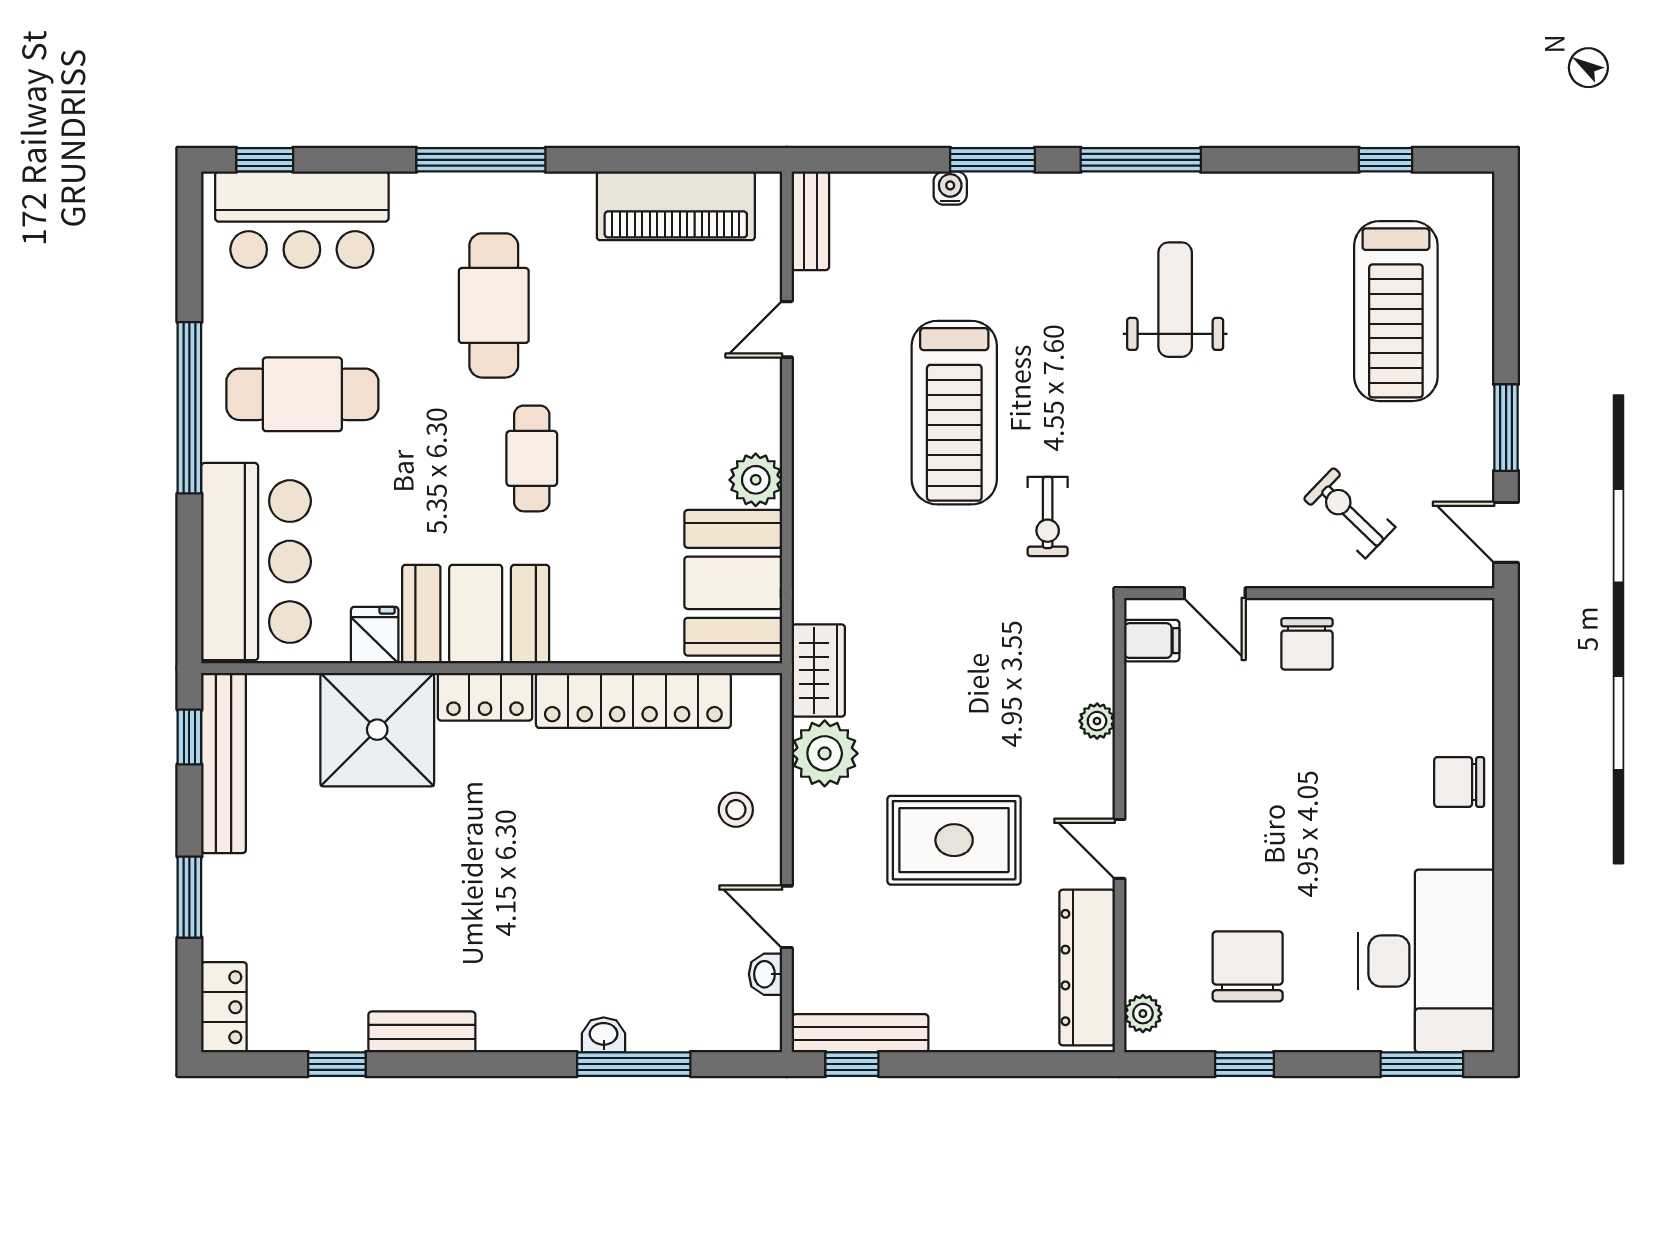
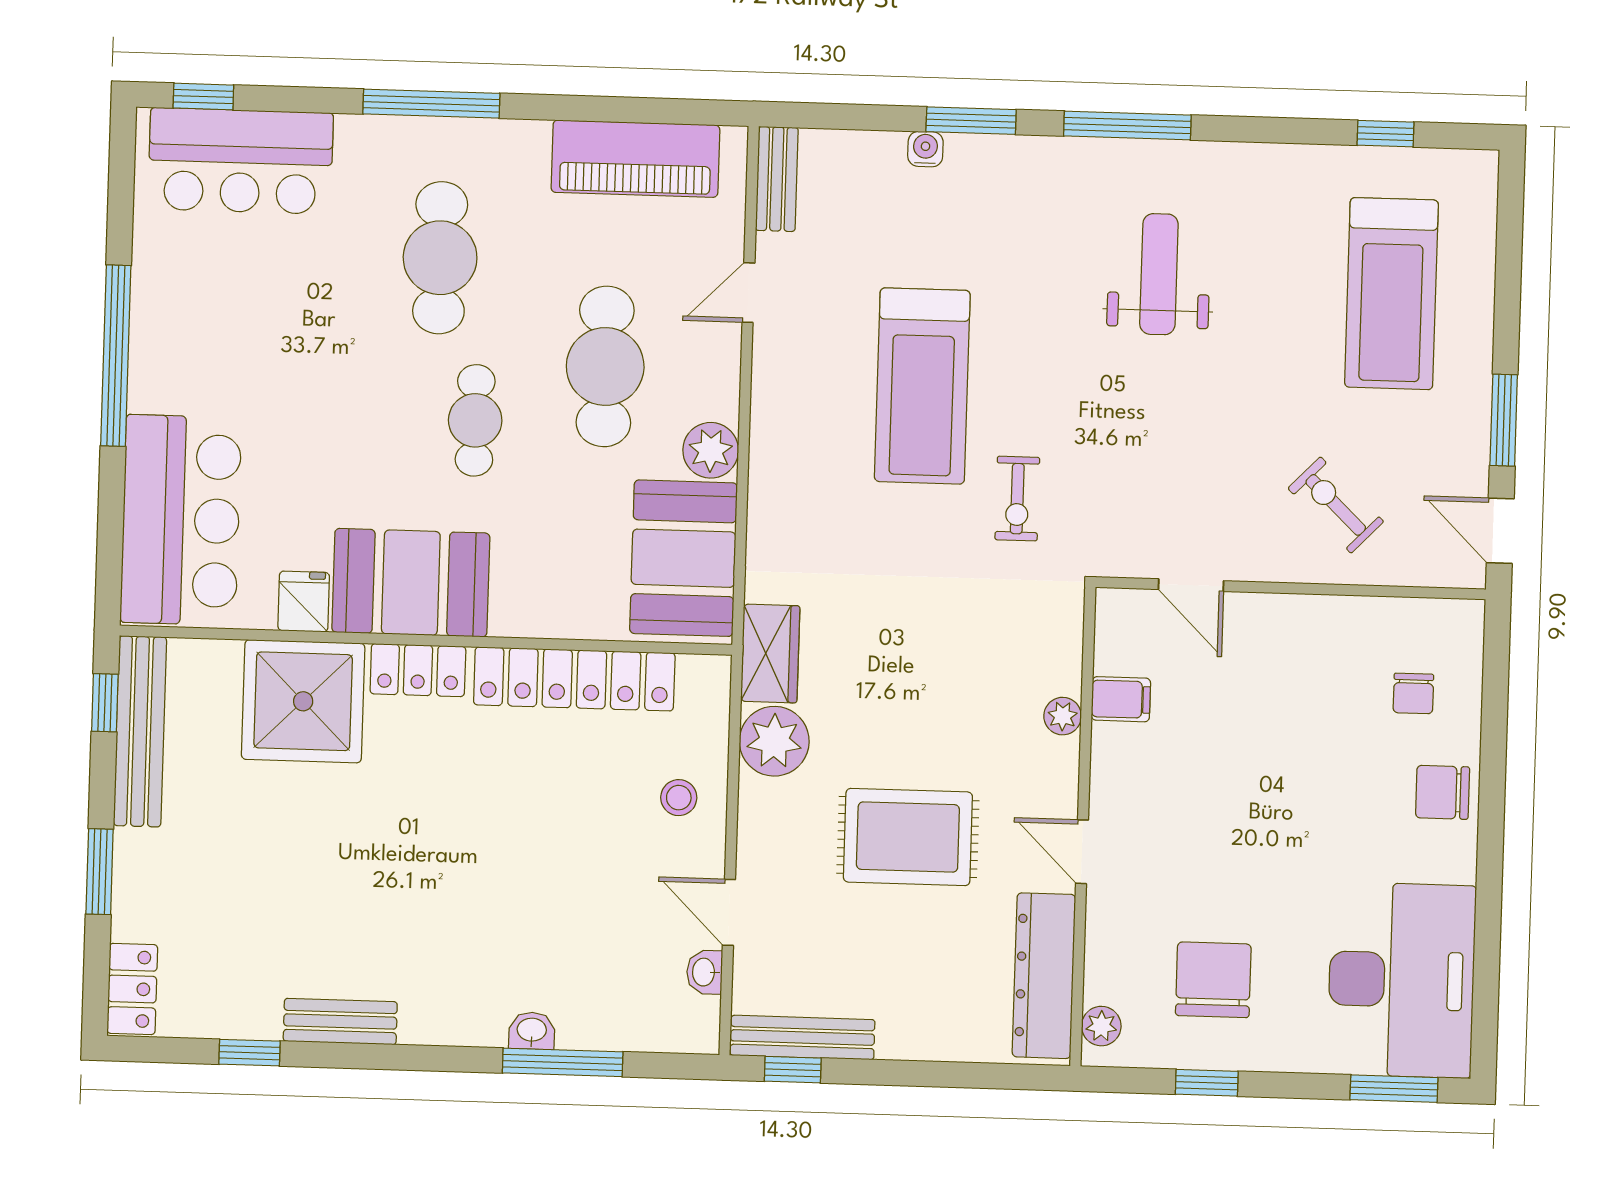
cafe table: (302, 394) -> (605, 366), moved, turned 90
filing cabinet: (1152, 641) -> (1121, 699), moved
chair: (1307, 644) -> (1413, 693), moved, width x0.73, depth x0.73

